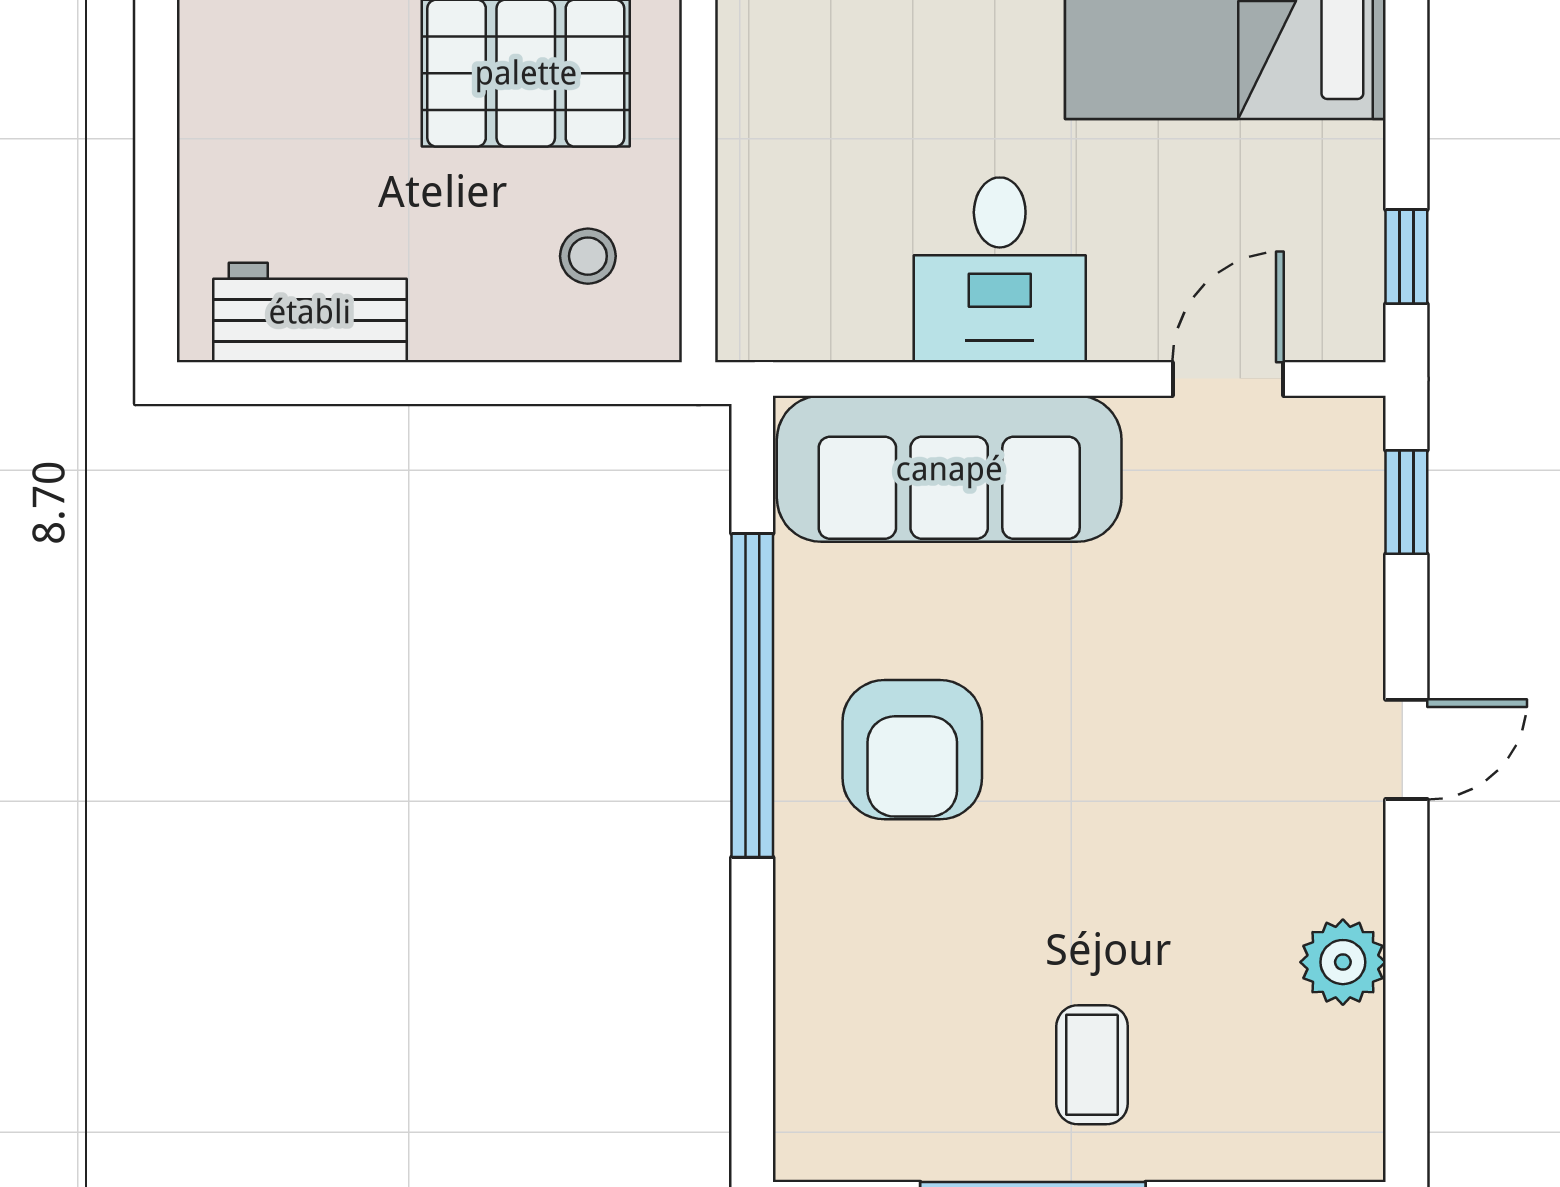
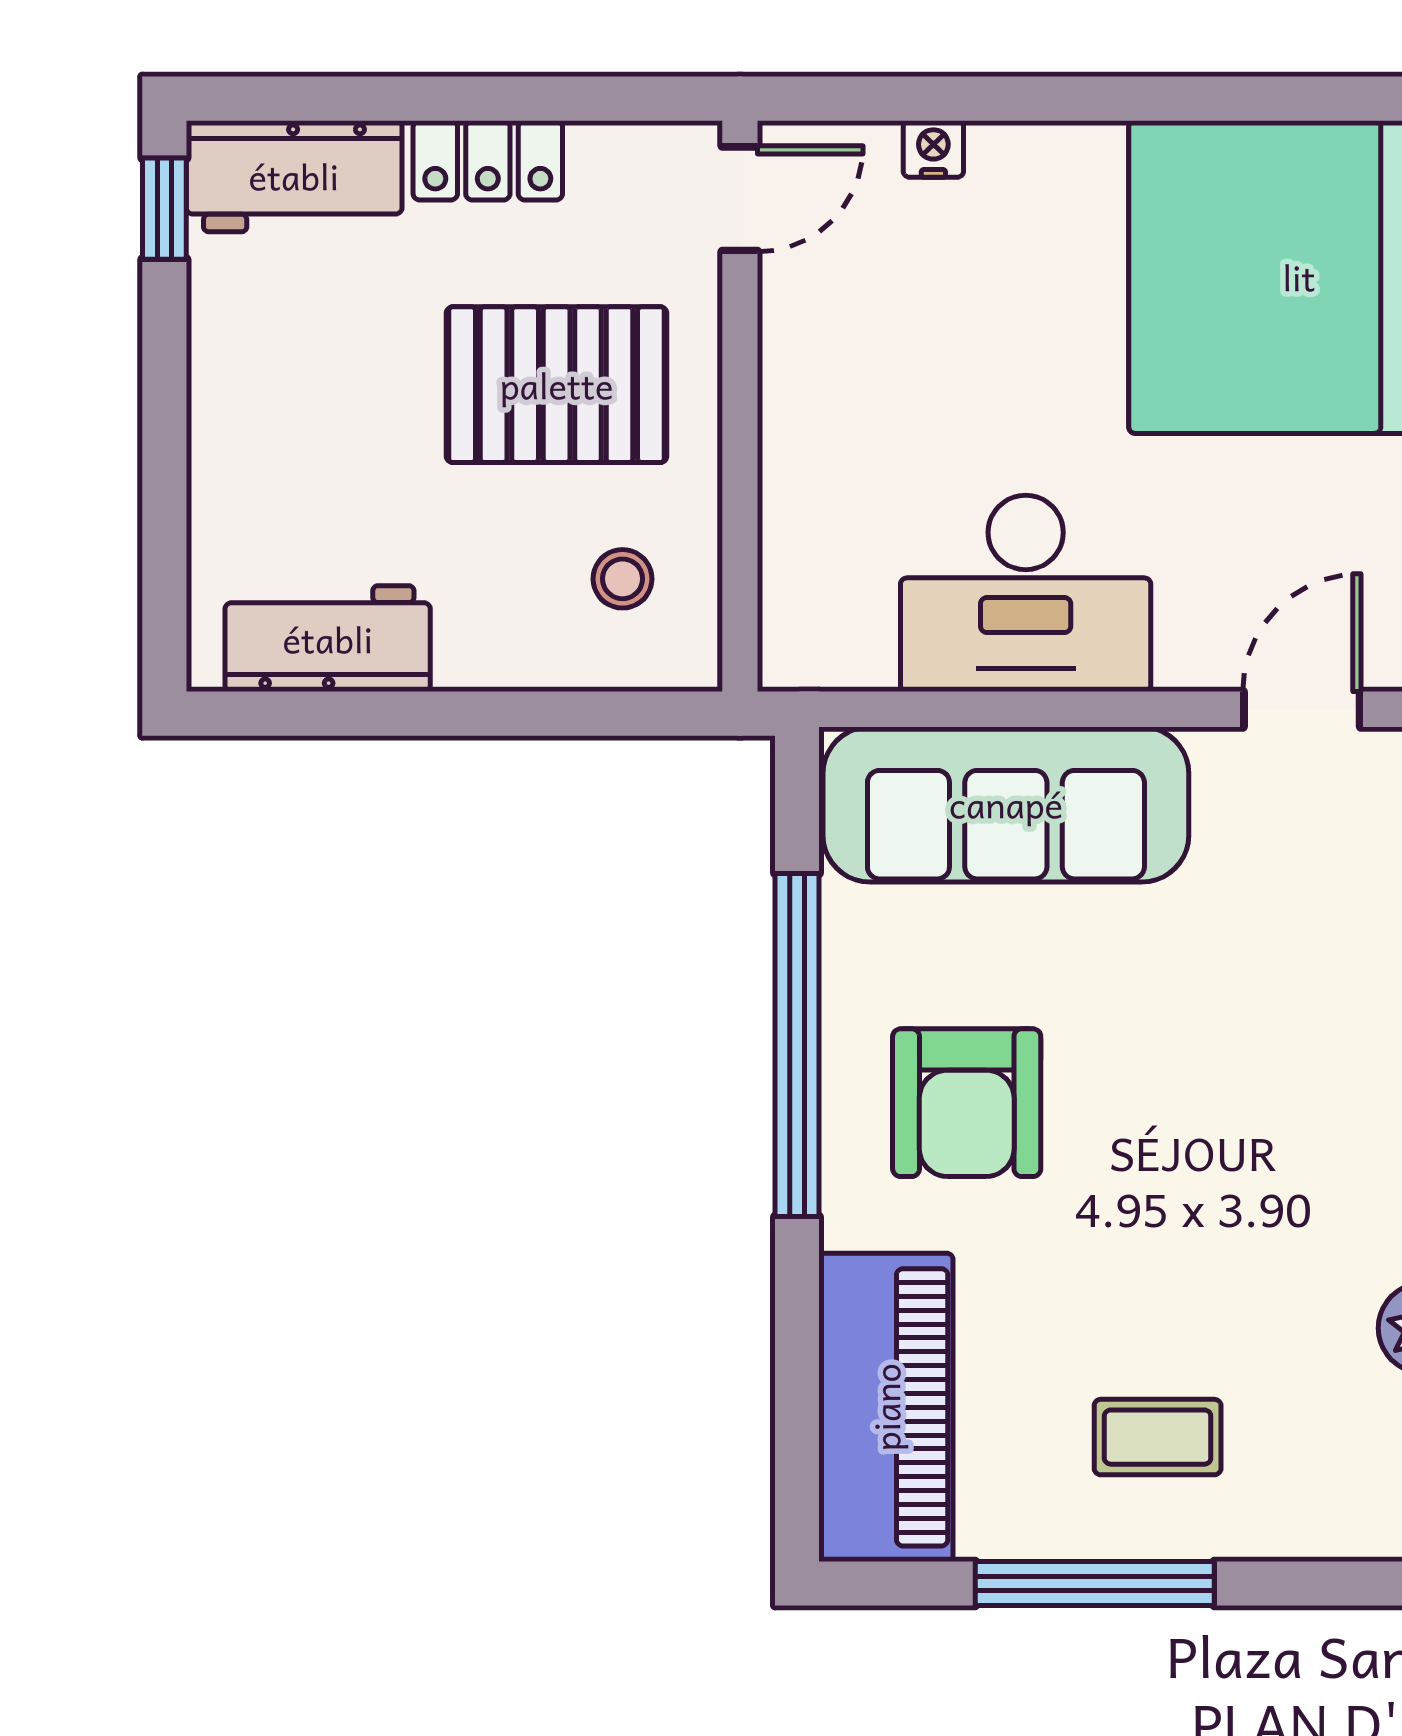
desk: (1000, 270) -> (1026, 593), width x1.37
piano: (836, 1037) -> (886, 1407), added
coffee table: (1092, 1065) -> (1158, 1437), turned 90

